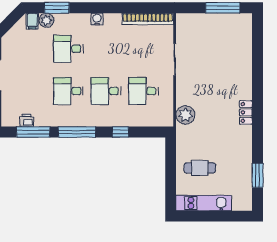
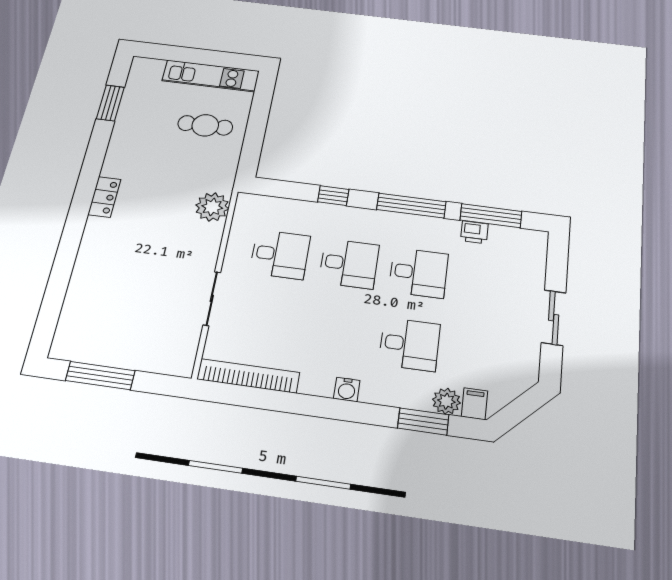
printer: (27, 120) -> (474, 232), moved

